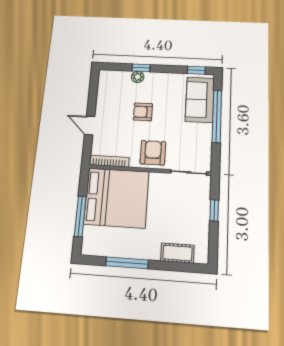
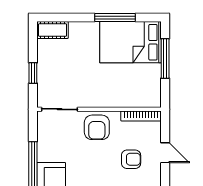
armchair: (143, 112) -> (131, 159), moved
bed: (116, 198) -> (131, 42), moved, width x0.73
cot: (177, 253) -> (53, 30), moved

